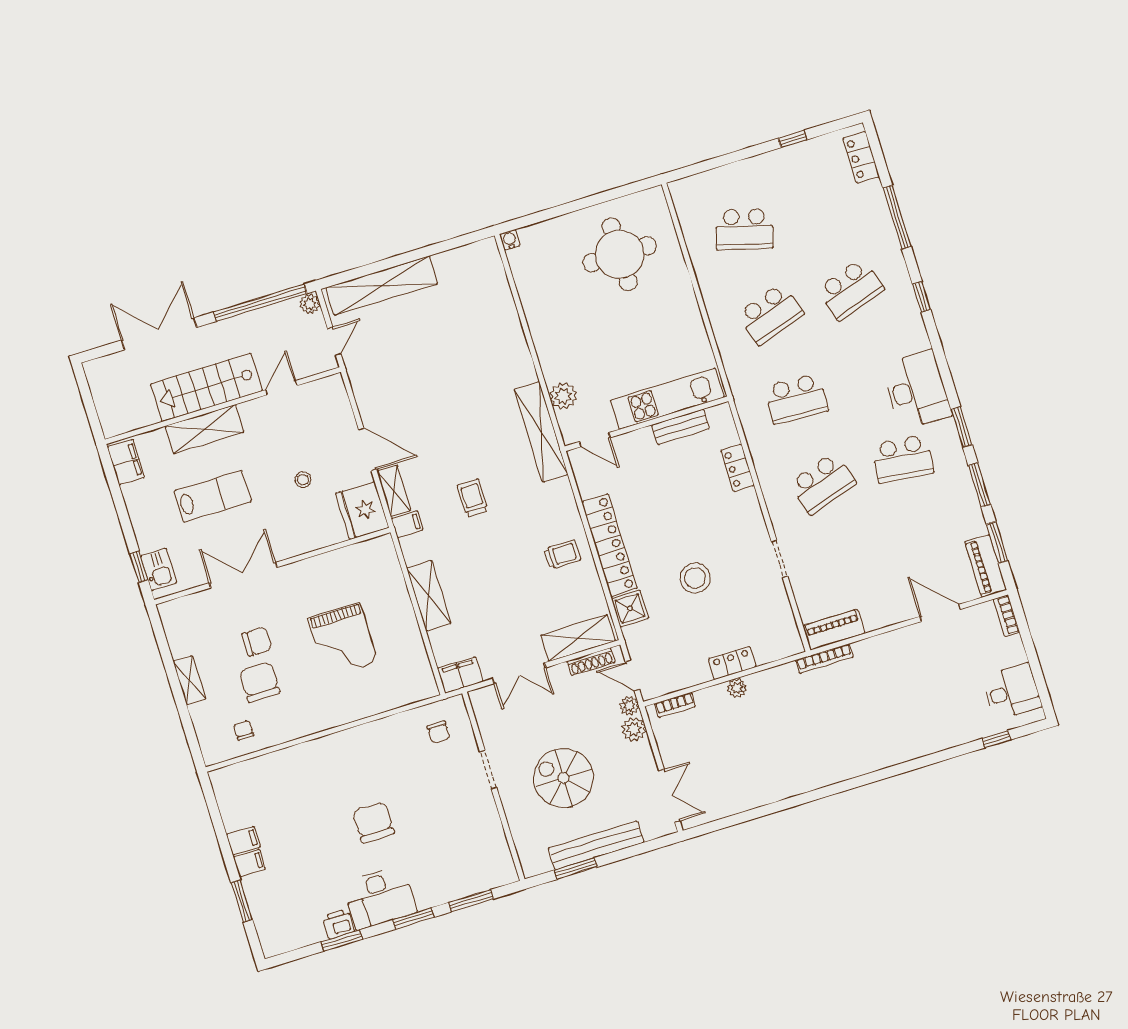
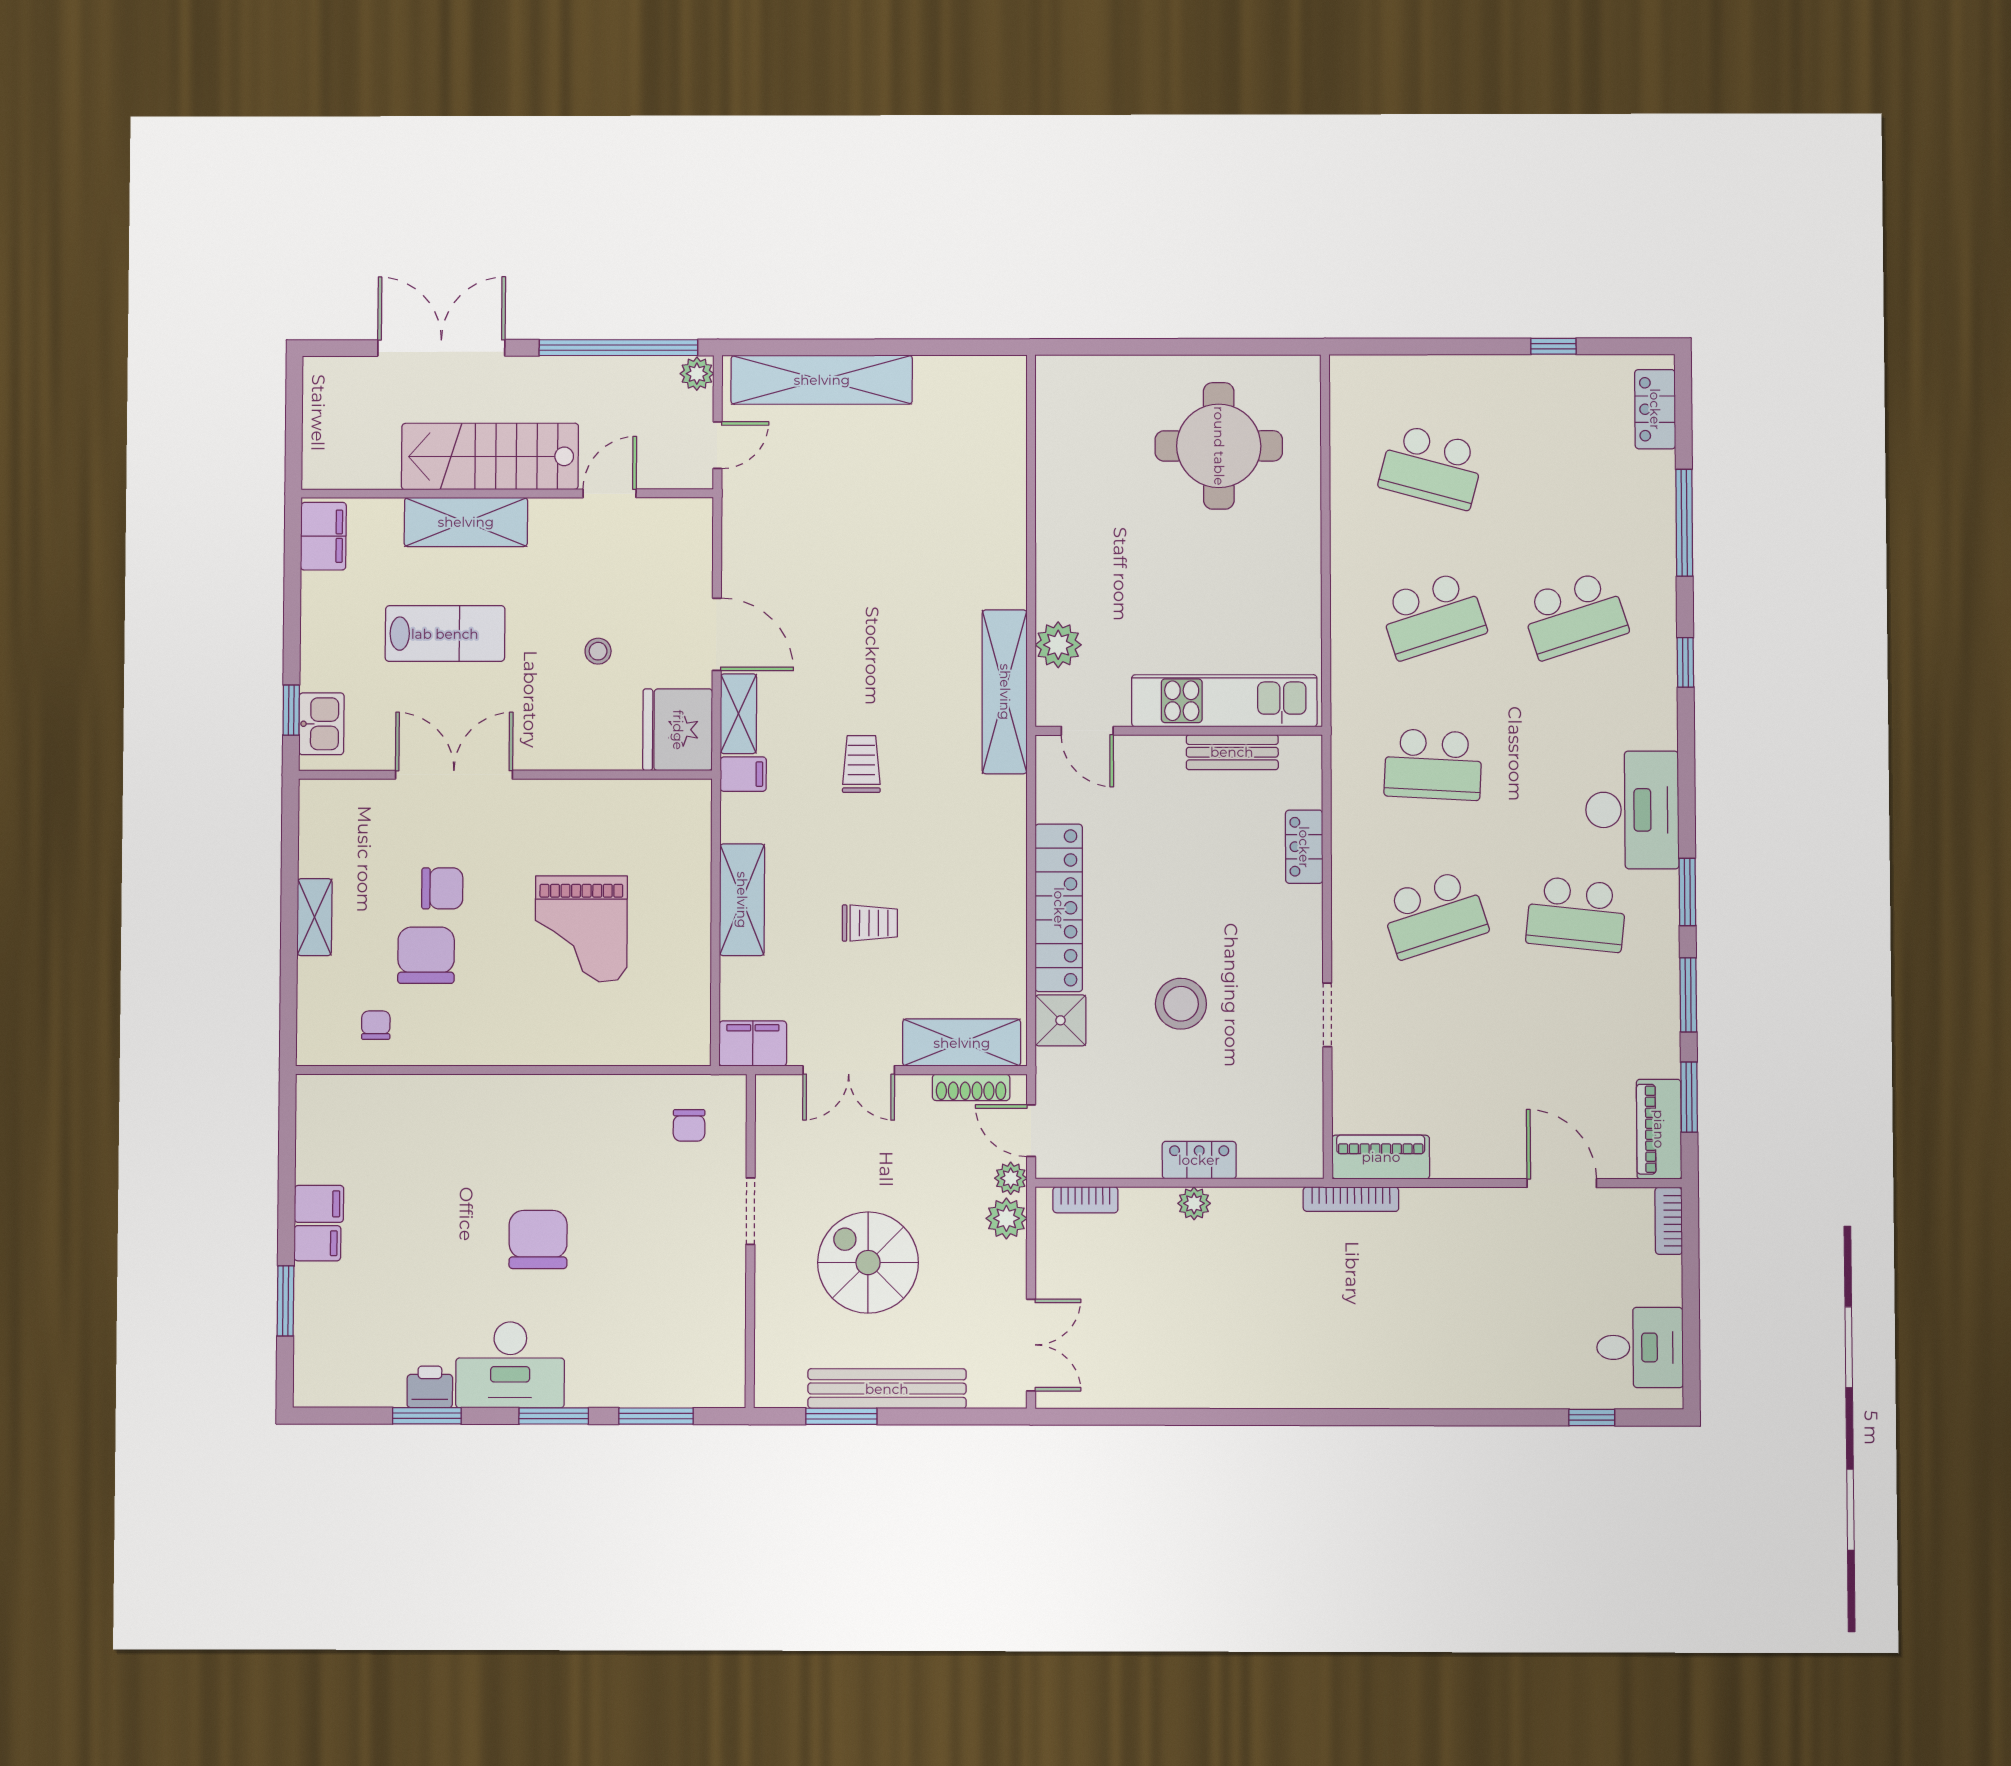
water cooler: (510, 240) -> (1049, 369), removed
trolley: (562, 554) -> (870, 923), moved

